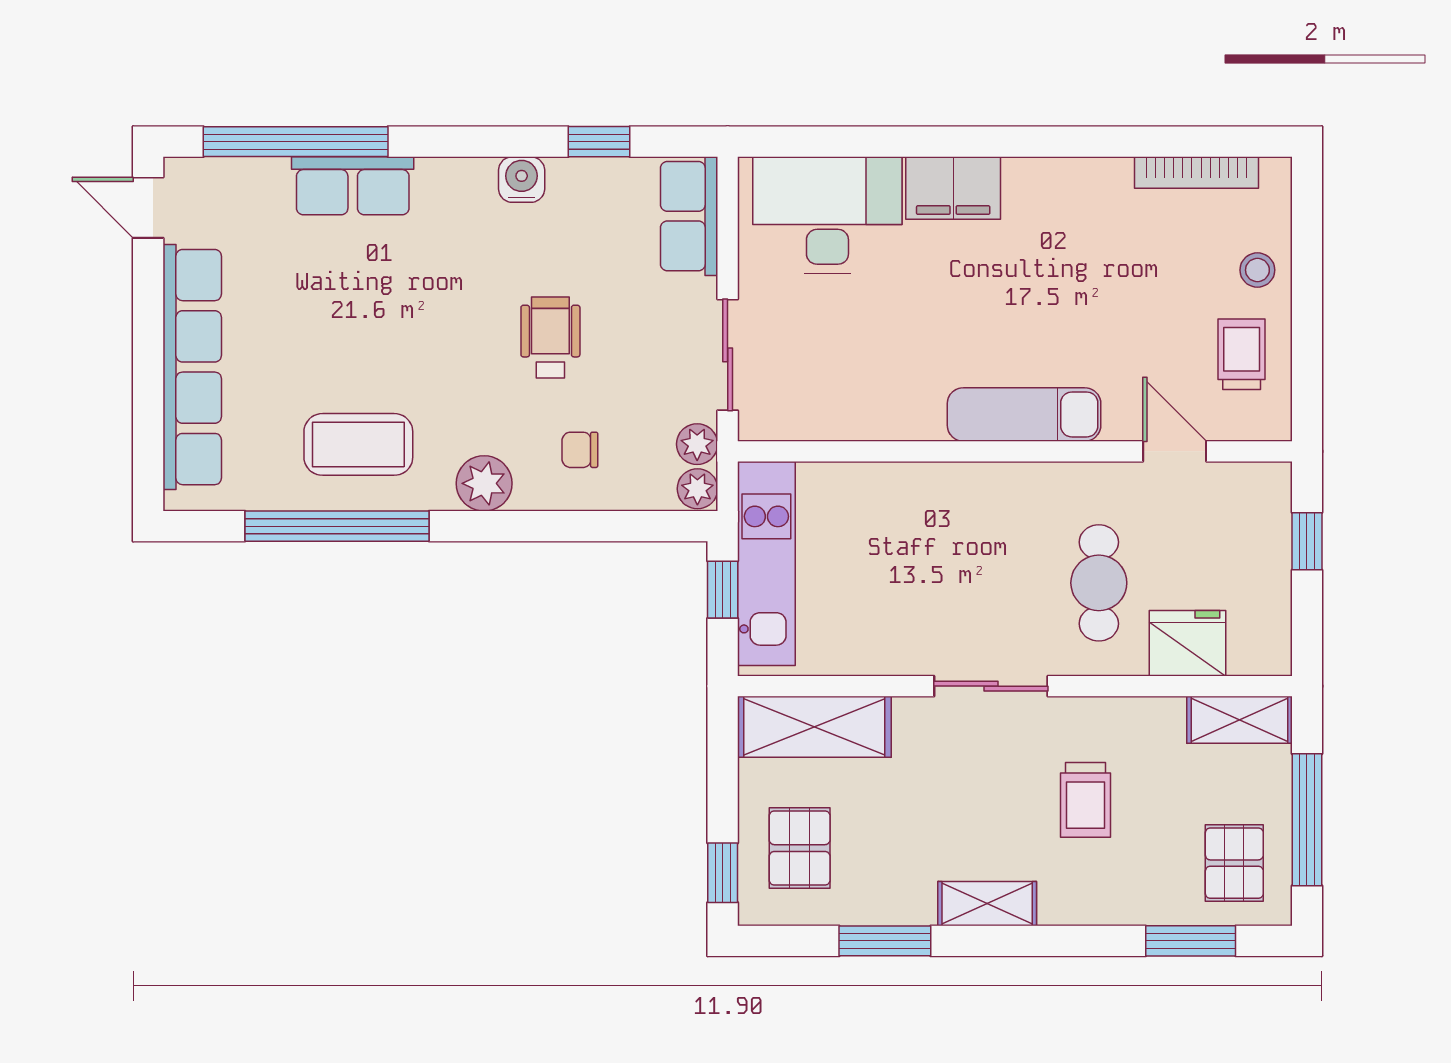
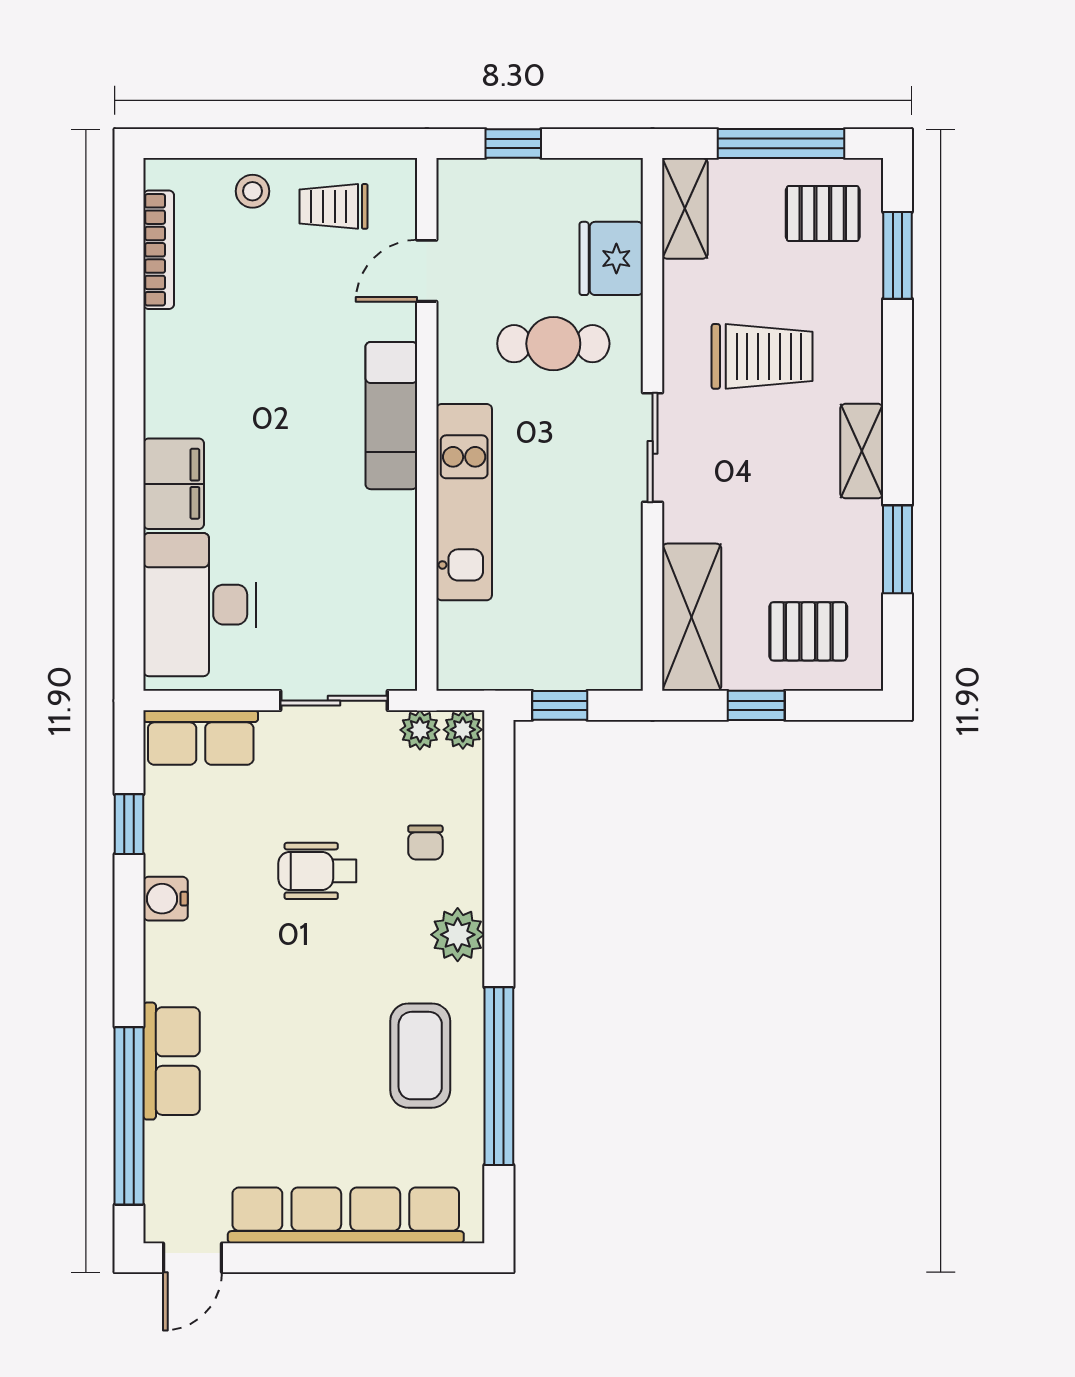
kitchen unit: (766, 564) -> (464, 502), moved, turned 90
trolley: (1086, 800) -> (762, 356), width x1.36, depth x1.39
window: (723, 873) -> (756, 705), moved

